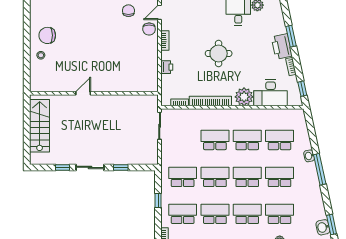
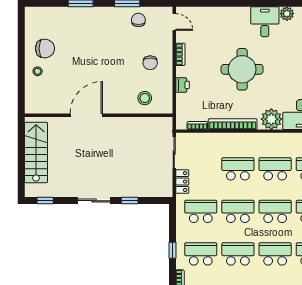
door: (160, 12) -> (174, 22), swing flipped
chair: (149, 29) -> (150, 63), moved
chair: (47, 35) -> (45, 48), turned 180
round table: (219, 53) -> (242, 69), width x1.36, depth x1.36
stool: (134, 79) -> (145, 98), added
door: (83, 93) -> (86, 115), width x1.87
locker: (167, 151) -> (182, 182), added
window: (62, 167) -> (45, 201), moved
window: (158, 200) -> (173, 250), moved

